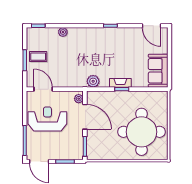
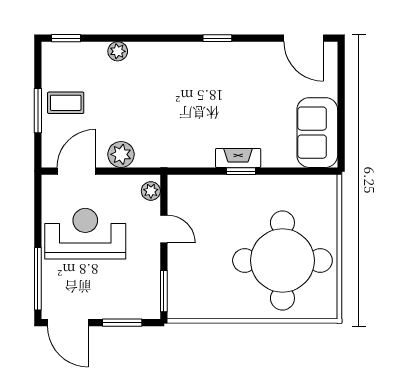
plant: (93, 81) -> (121, 154), moved
door: (43, 89) -> (76, 171), hinge flipped
door: (85, 117) -> (164, 229), width x0.53

